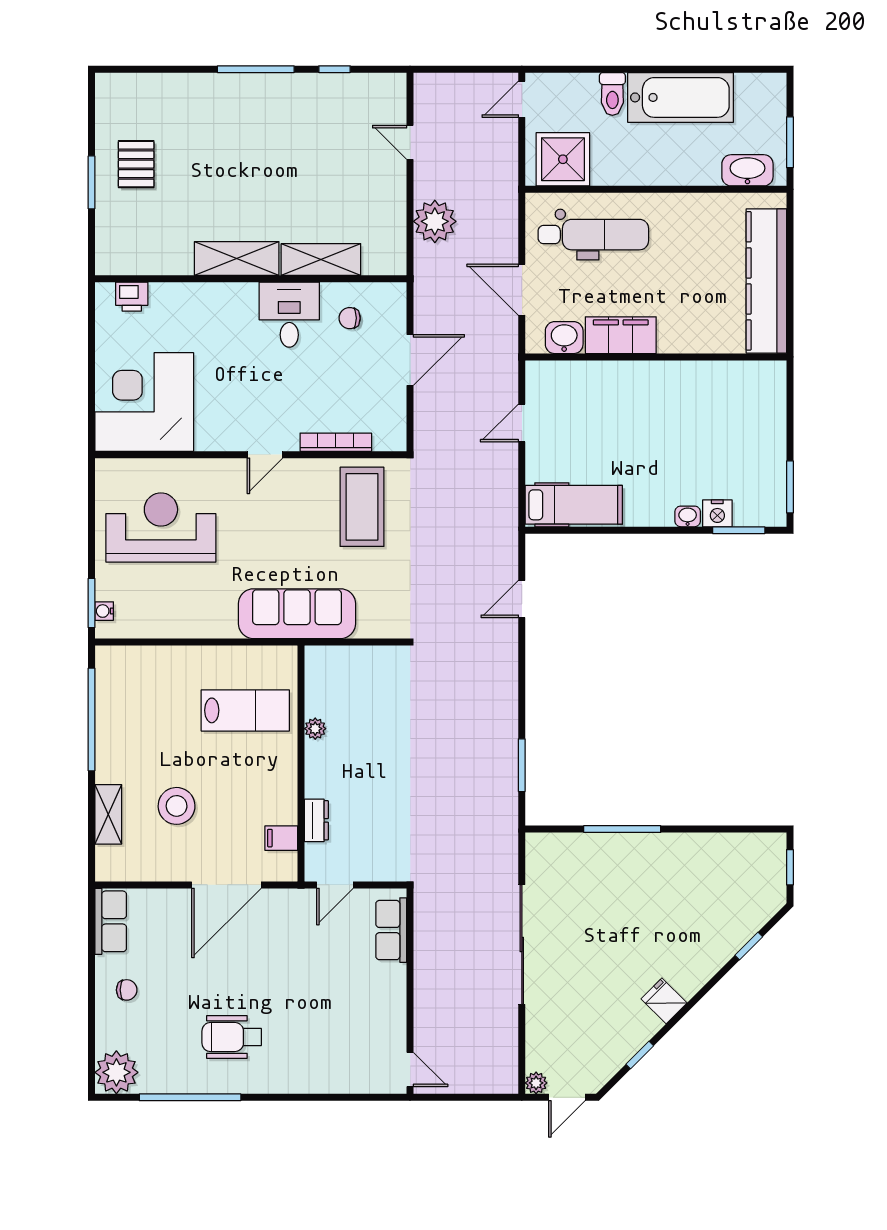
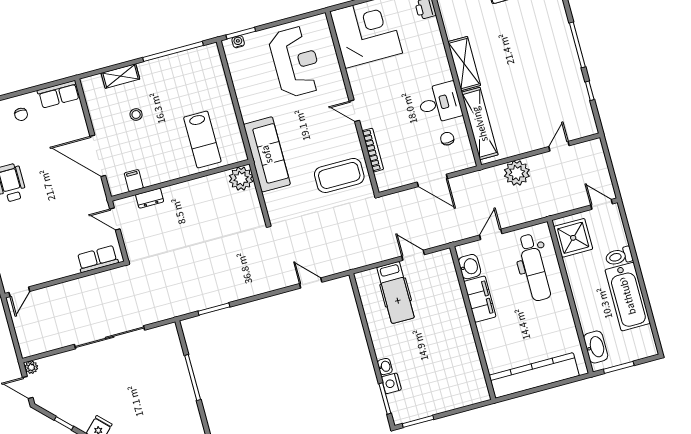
shelving: (321, 259) -> (480, 124), width x1.47
door: (522, 290) -> (491, 234), width x0.73
hospital bed: (574, 505) -> (396, 293), moved
plant: (315, 729) -> (241, 179), moved, width x1.88, depth x1.88
stool: (177, 806) -> (136, 114), width x0.53, depth x0.53

